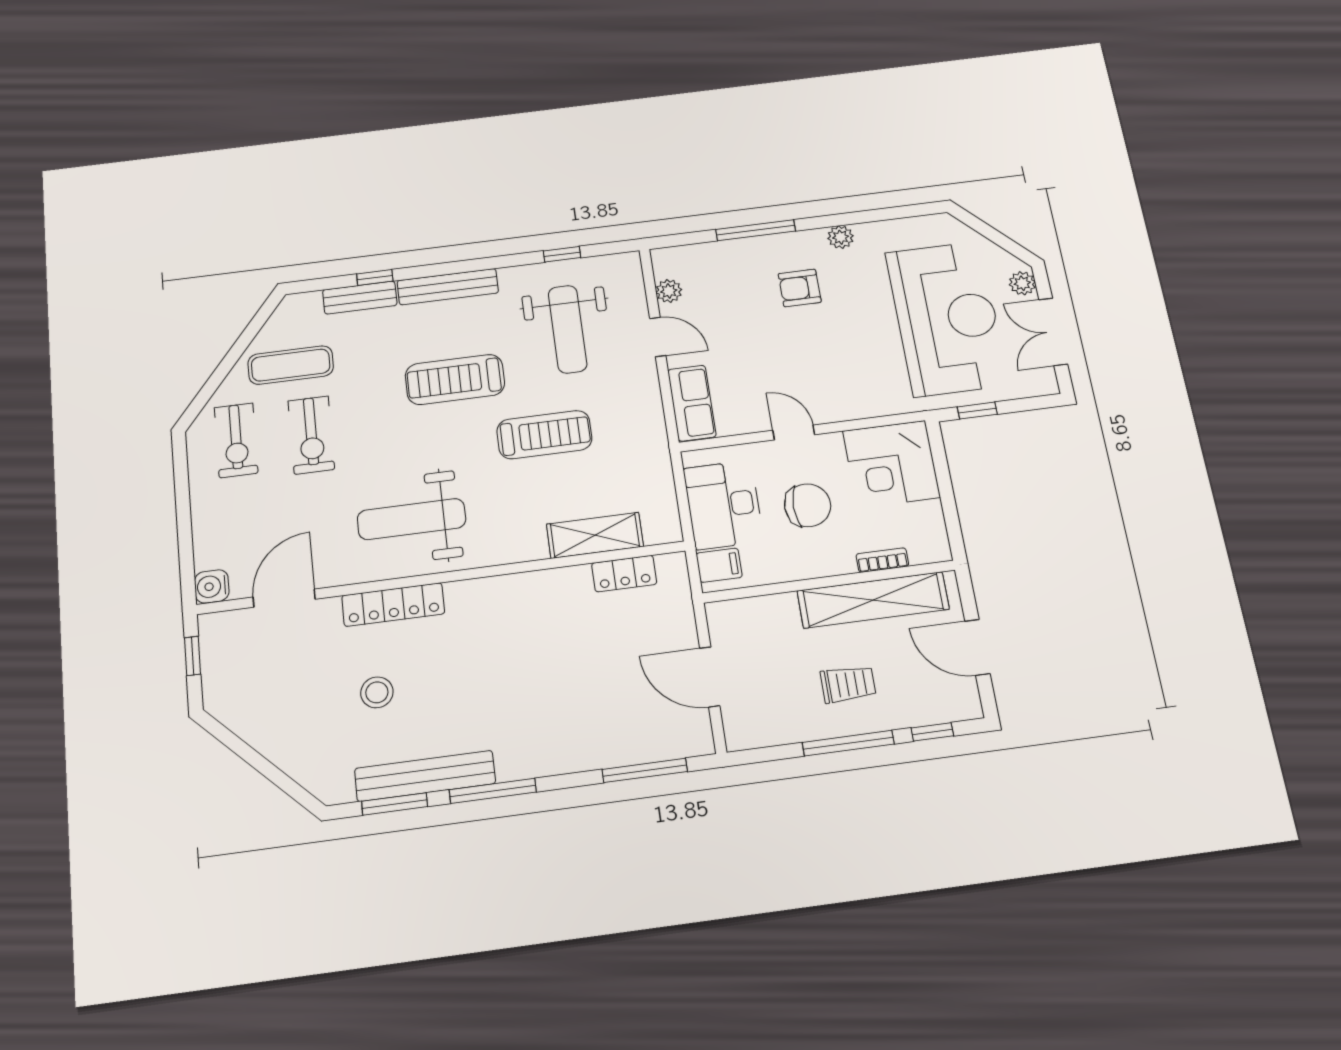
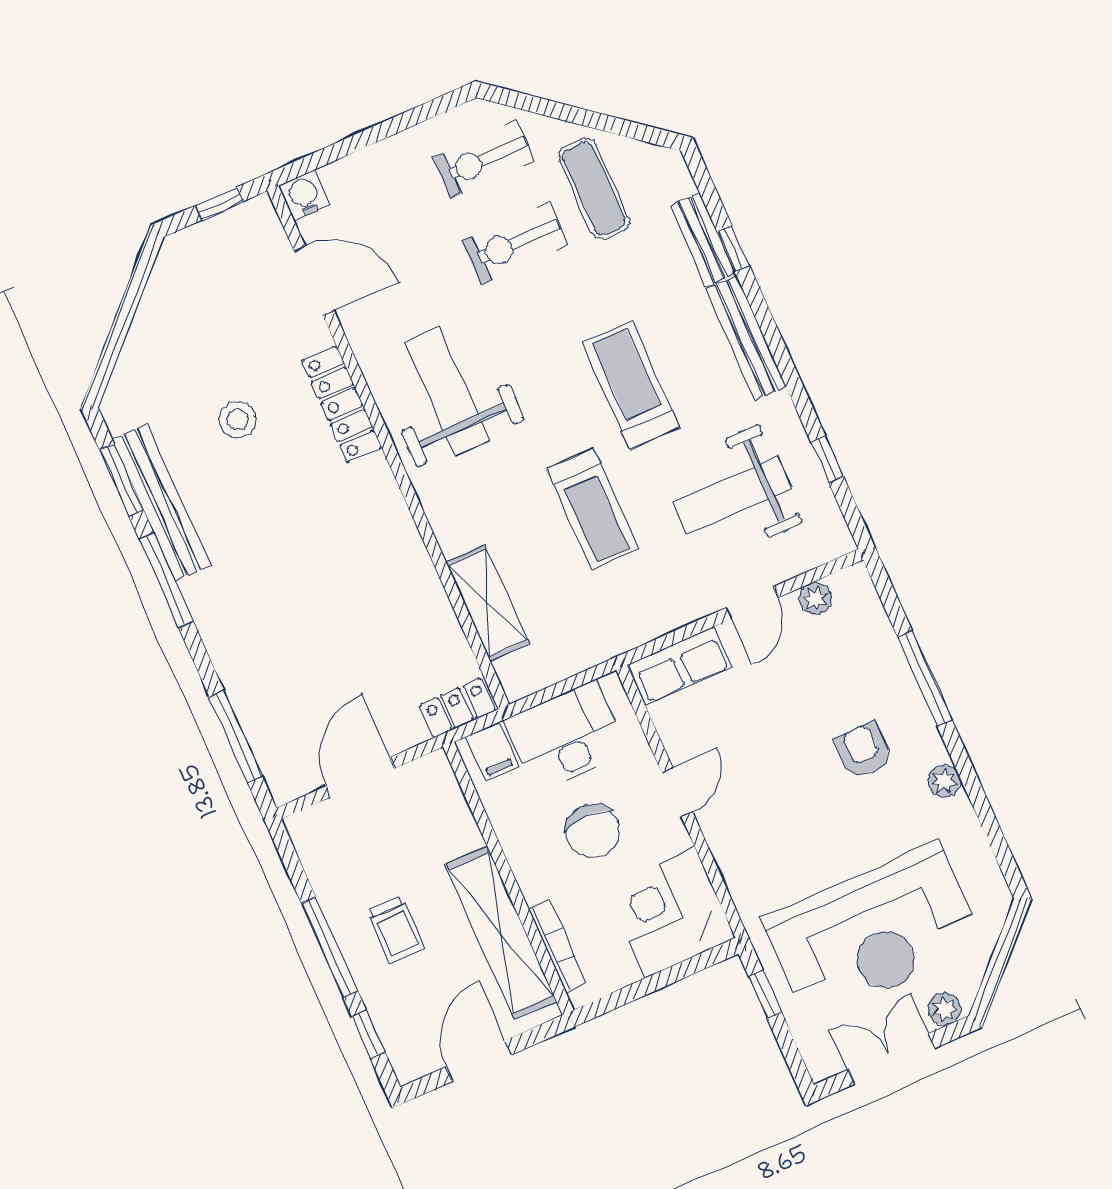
bookcase: (882, 560) -> (558, 946), width x1.56
locker: (624, 574) -> (457, 708), moved, turned 90

